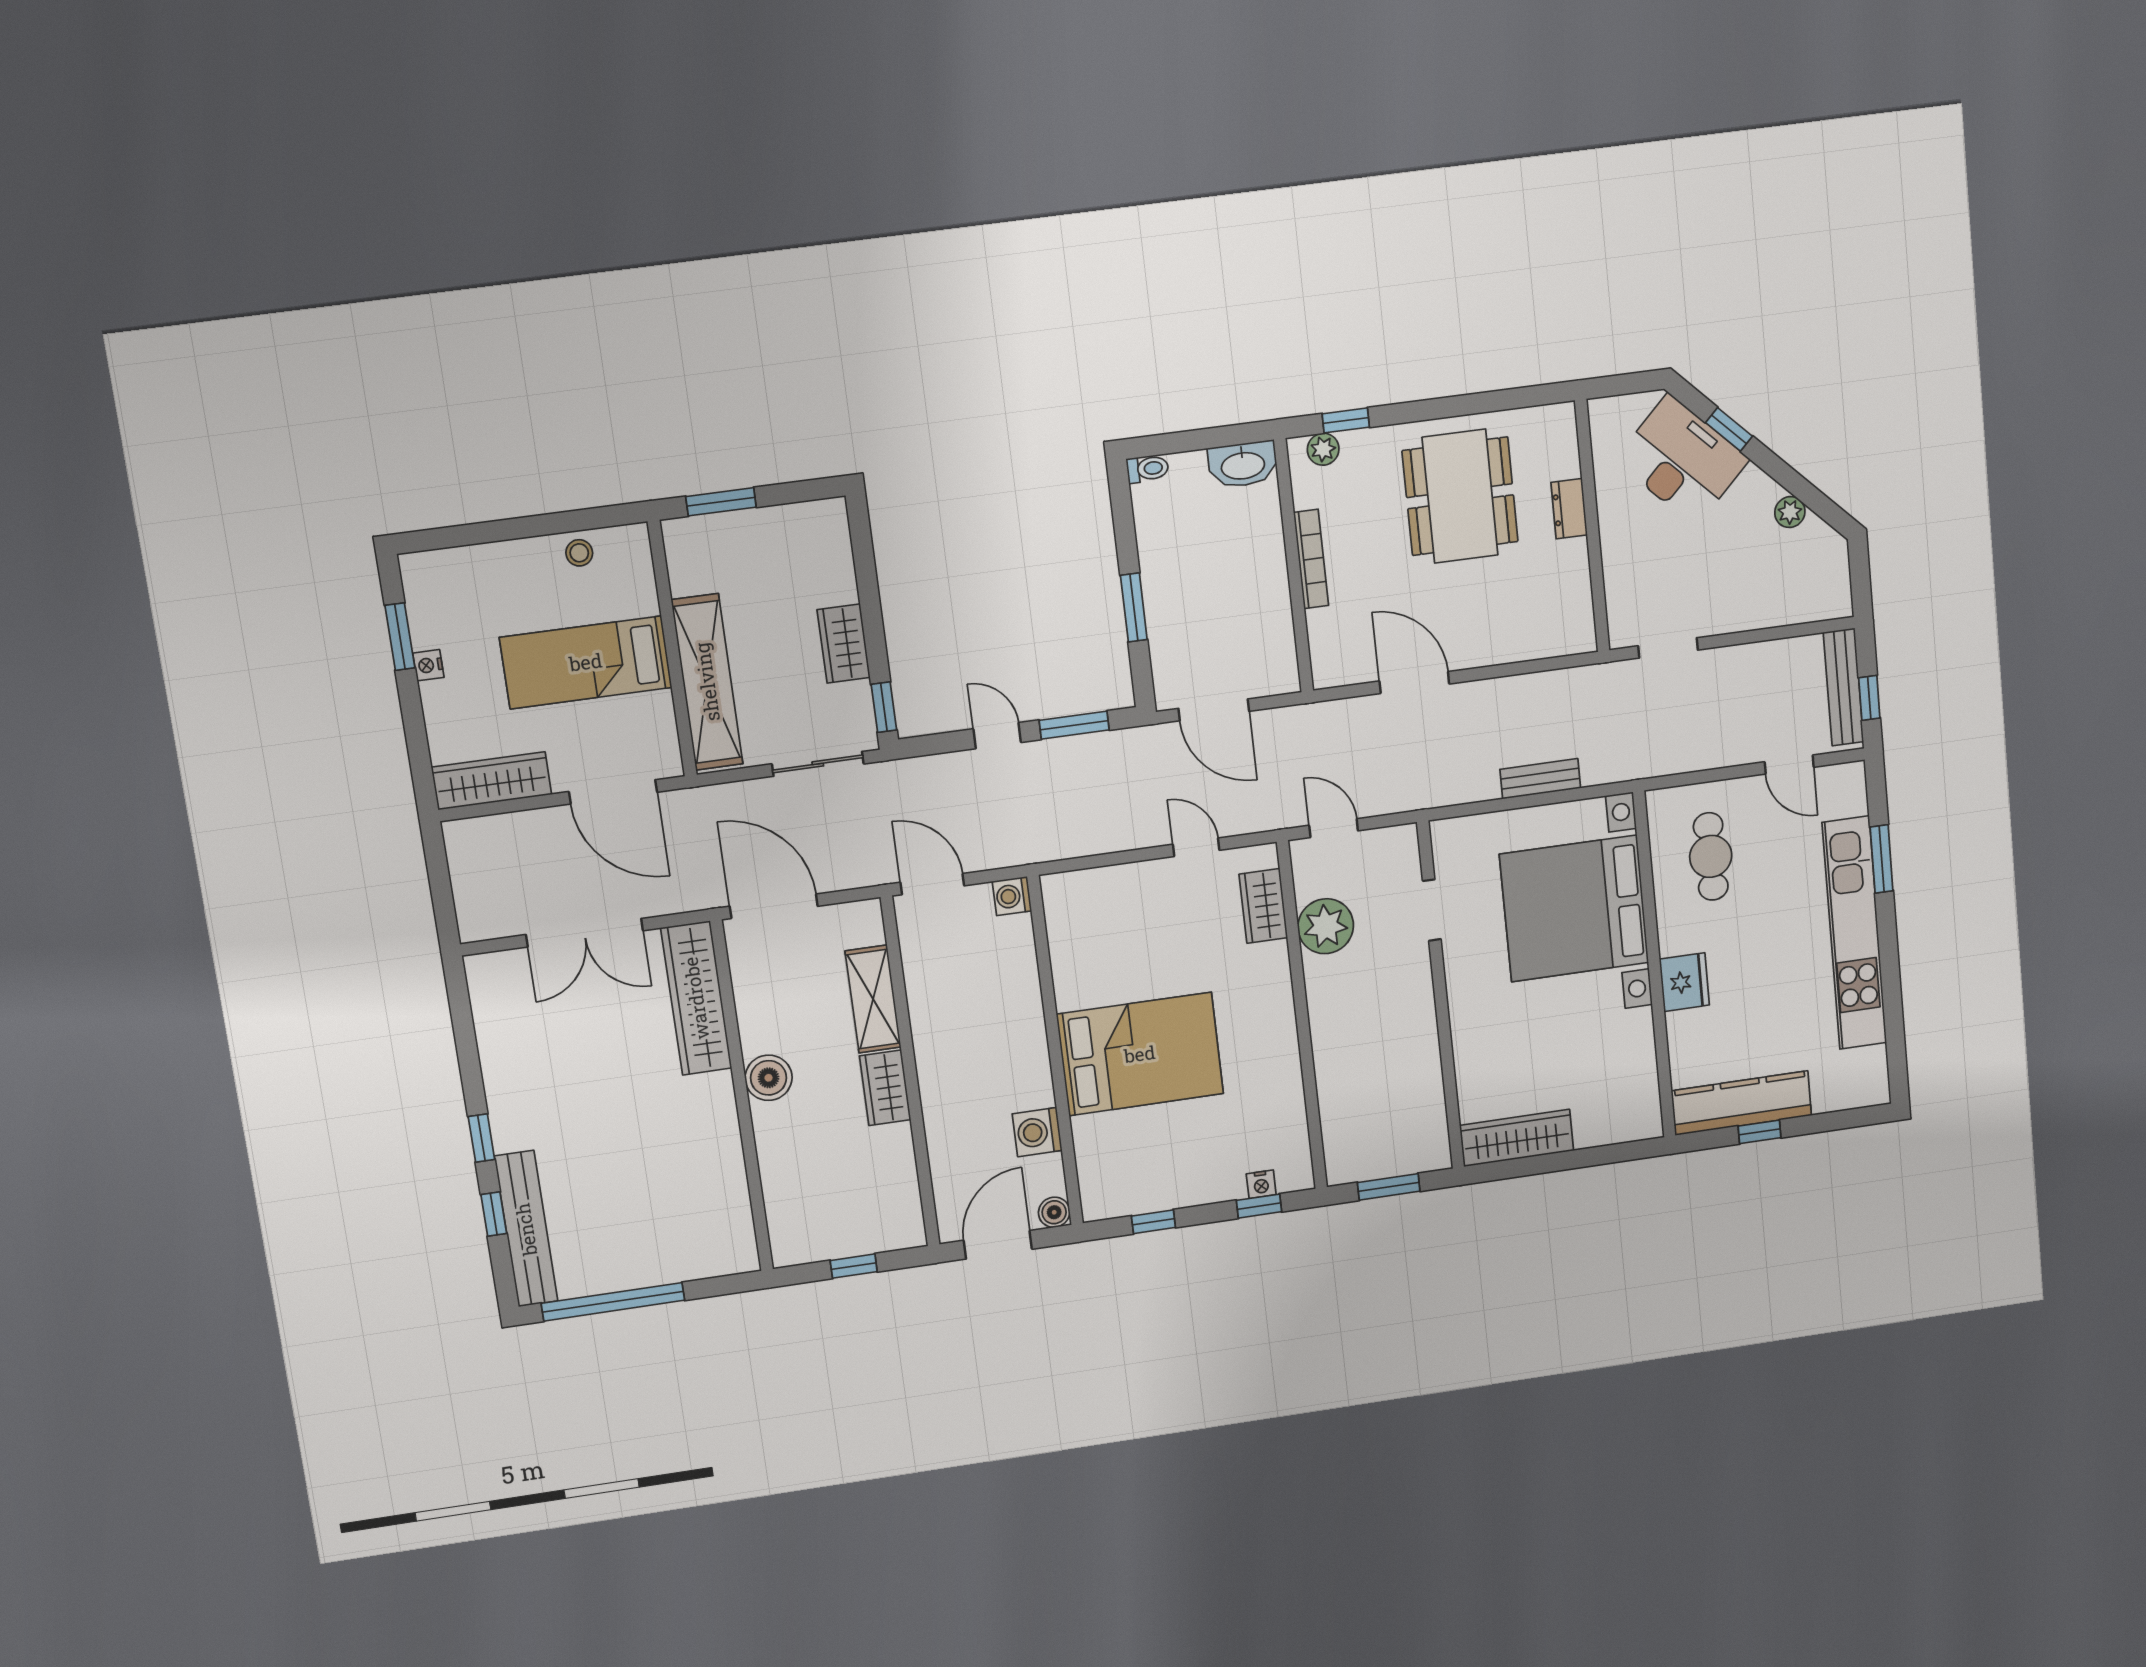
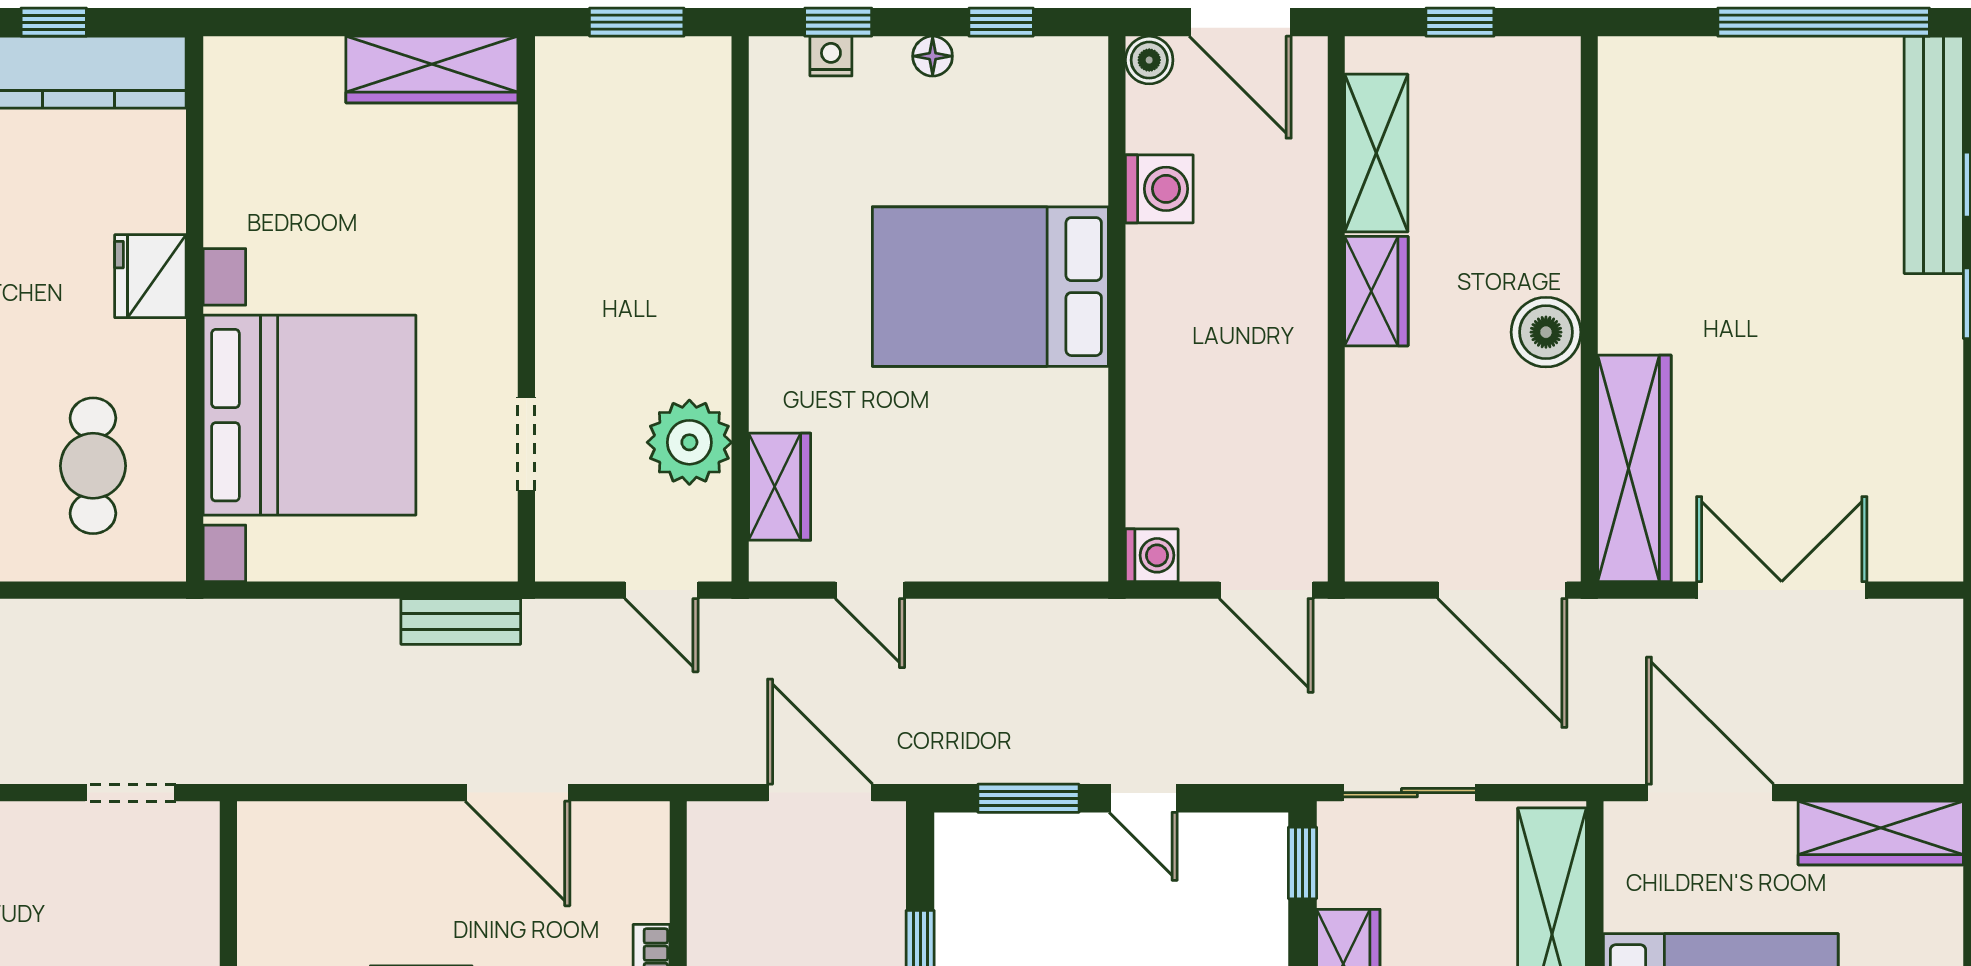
bench: (1540, 779) -> (461, 621), moved
shelving: (873, 999) -> (1376, 153), moved
floor lamp: (1195, 1194) -> (933, 56), added
door: (998, 1245) -> (1240, 22), hinge flipped

